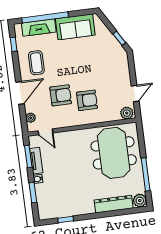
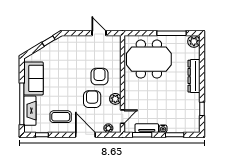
plant: (127, 113) -> (115, 99), moved
dresser: (114, 204) -> (194, 76), moved

